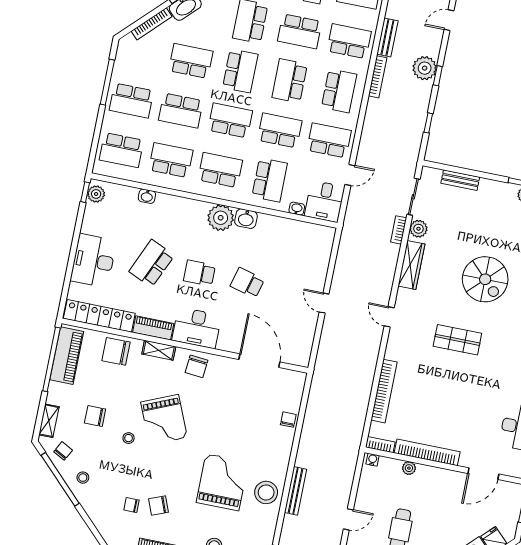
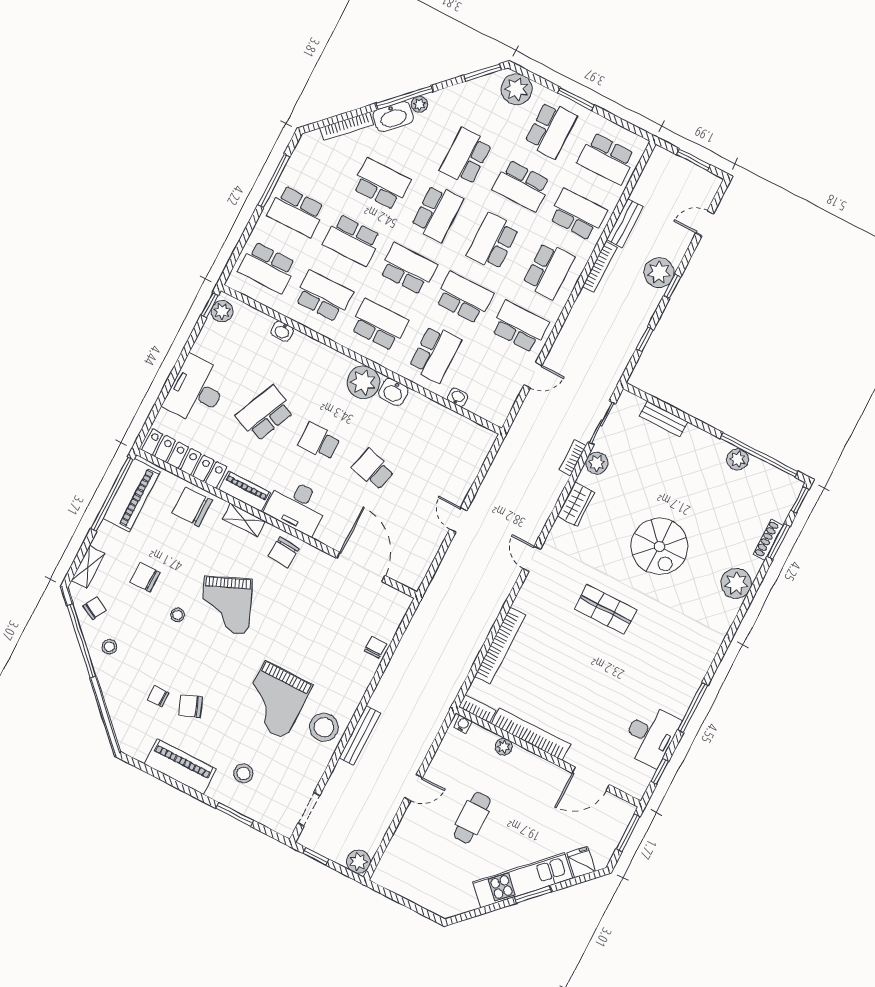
desk: (325, 201) -> (493, 398), removed
wardrobe: (411, 265) -> (576, 504), width x0.67
grand piano: (222, 482) -> (275, 700), turned 180

